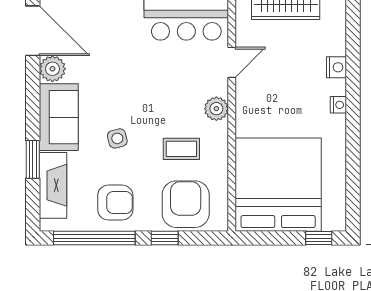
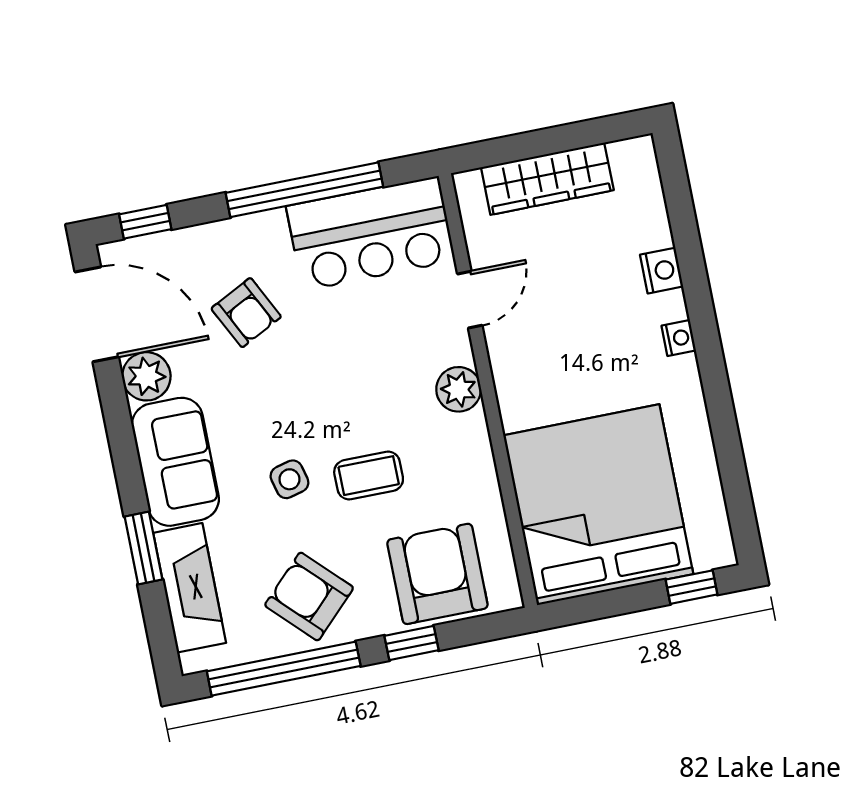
armchair: (112, 46) -> (246, 313), added
coffee table: (181, 149) -> (369, 476), moved
armchair: (115, 203) -> (309, 596), turned -135

